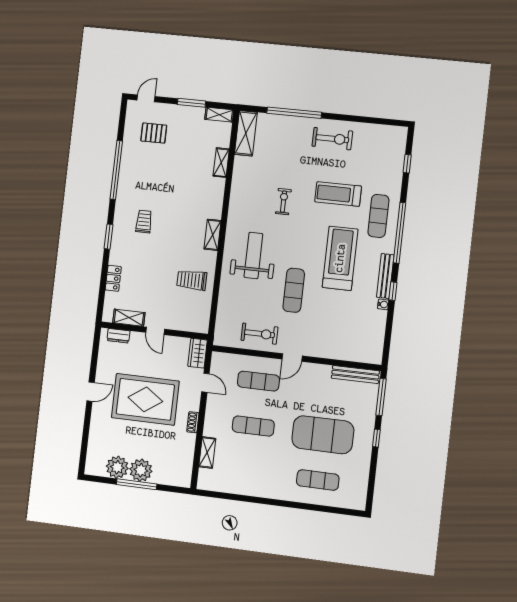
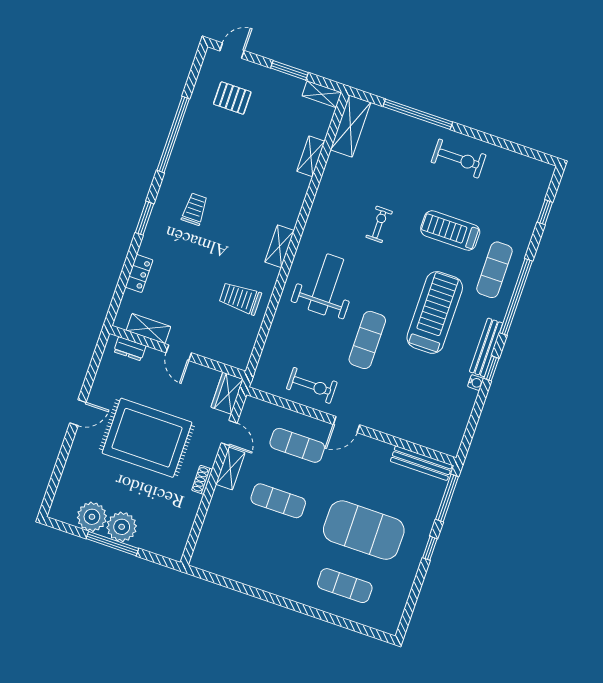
shelving: (207, 453) -> (230, 469), moved

